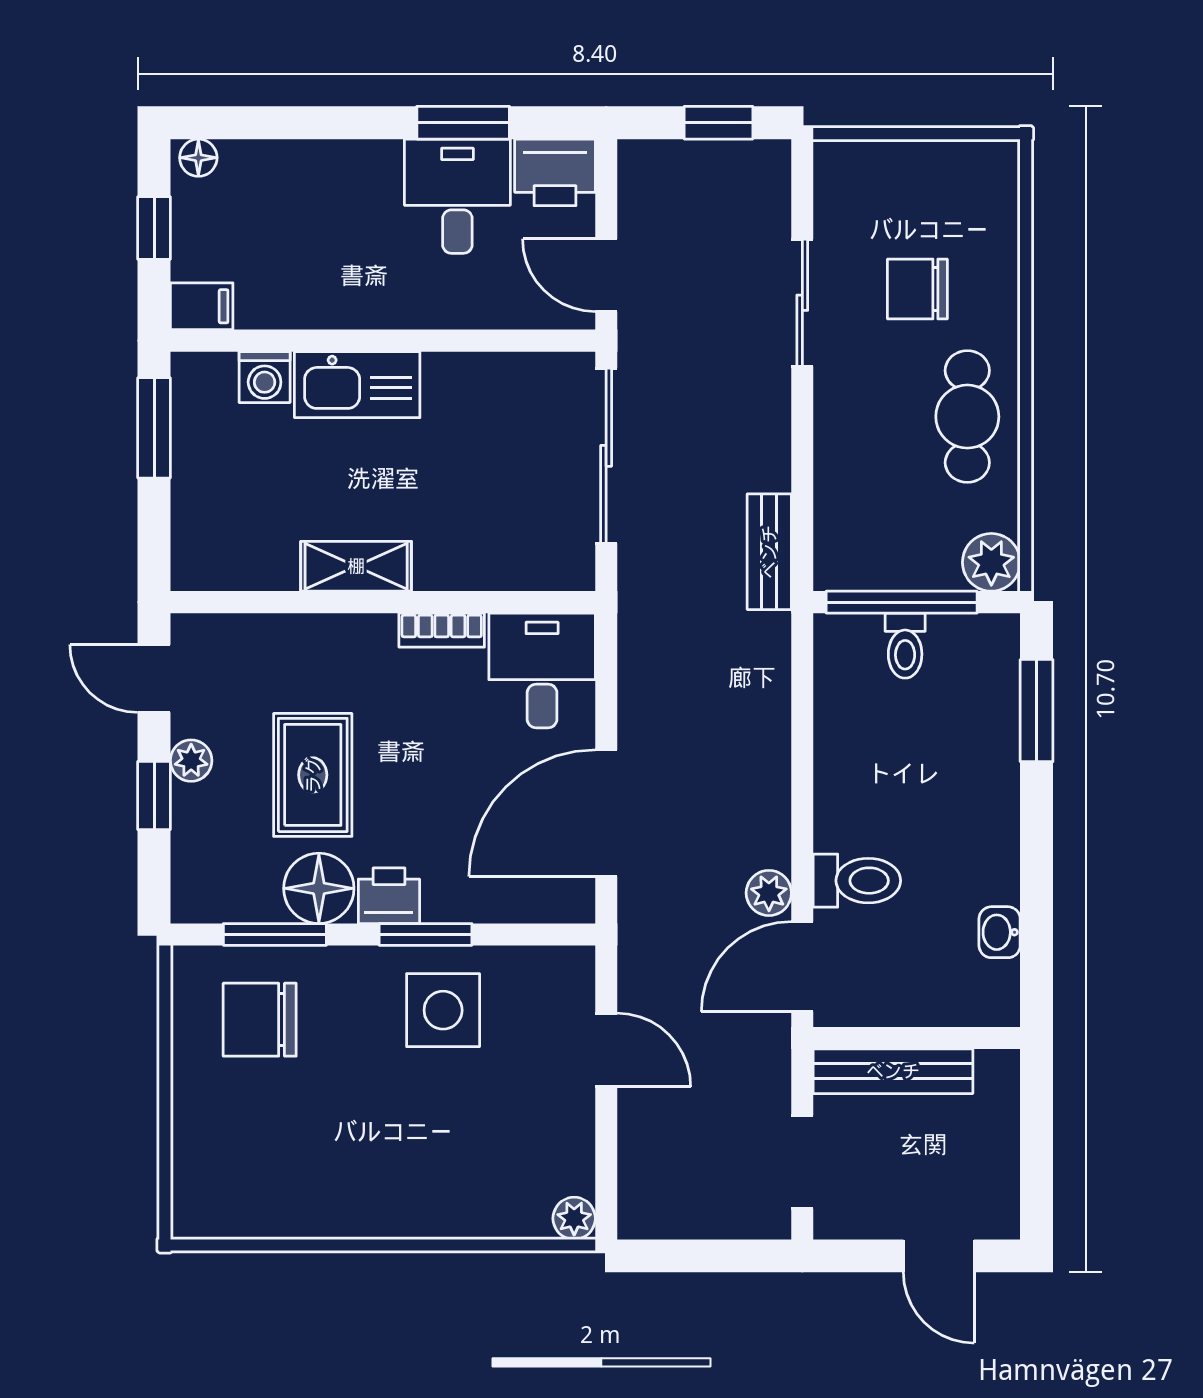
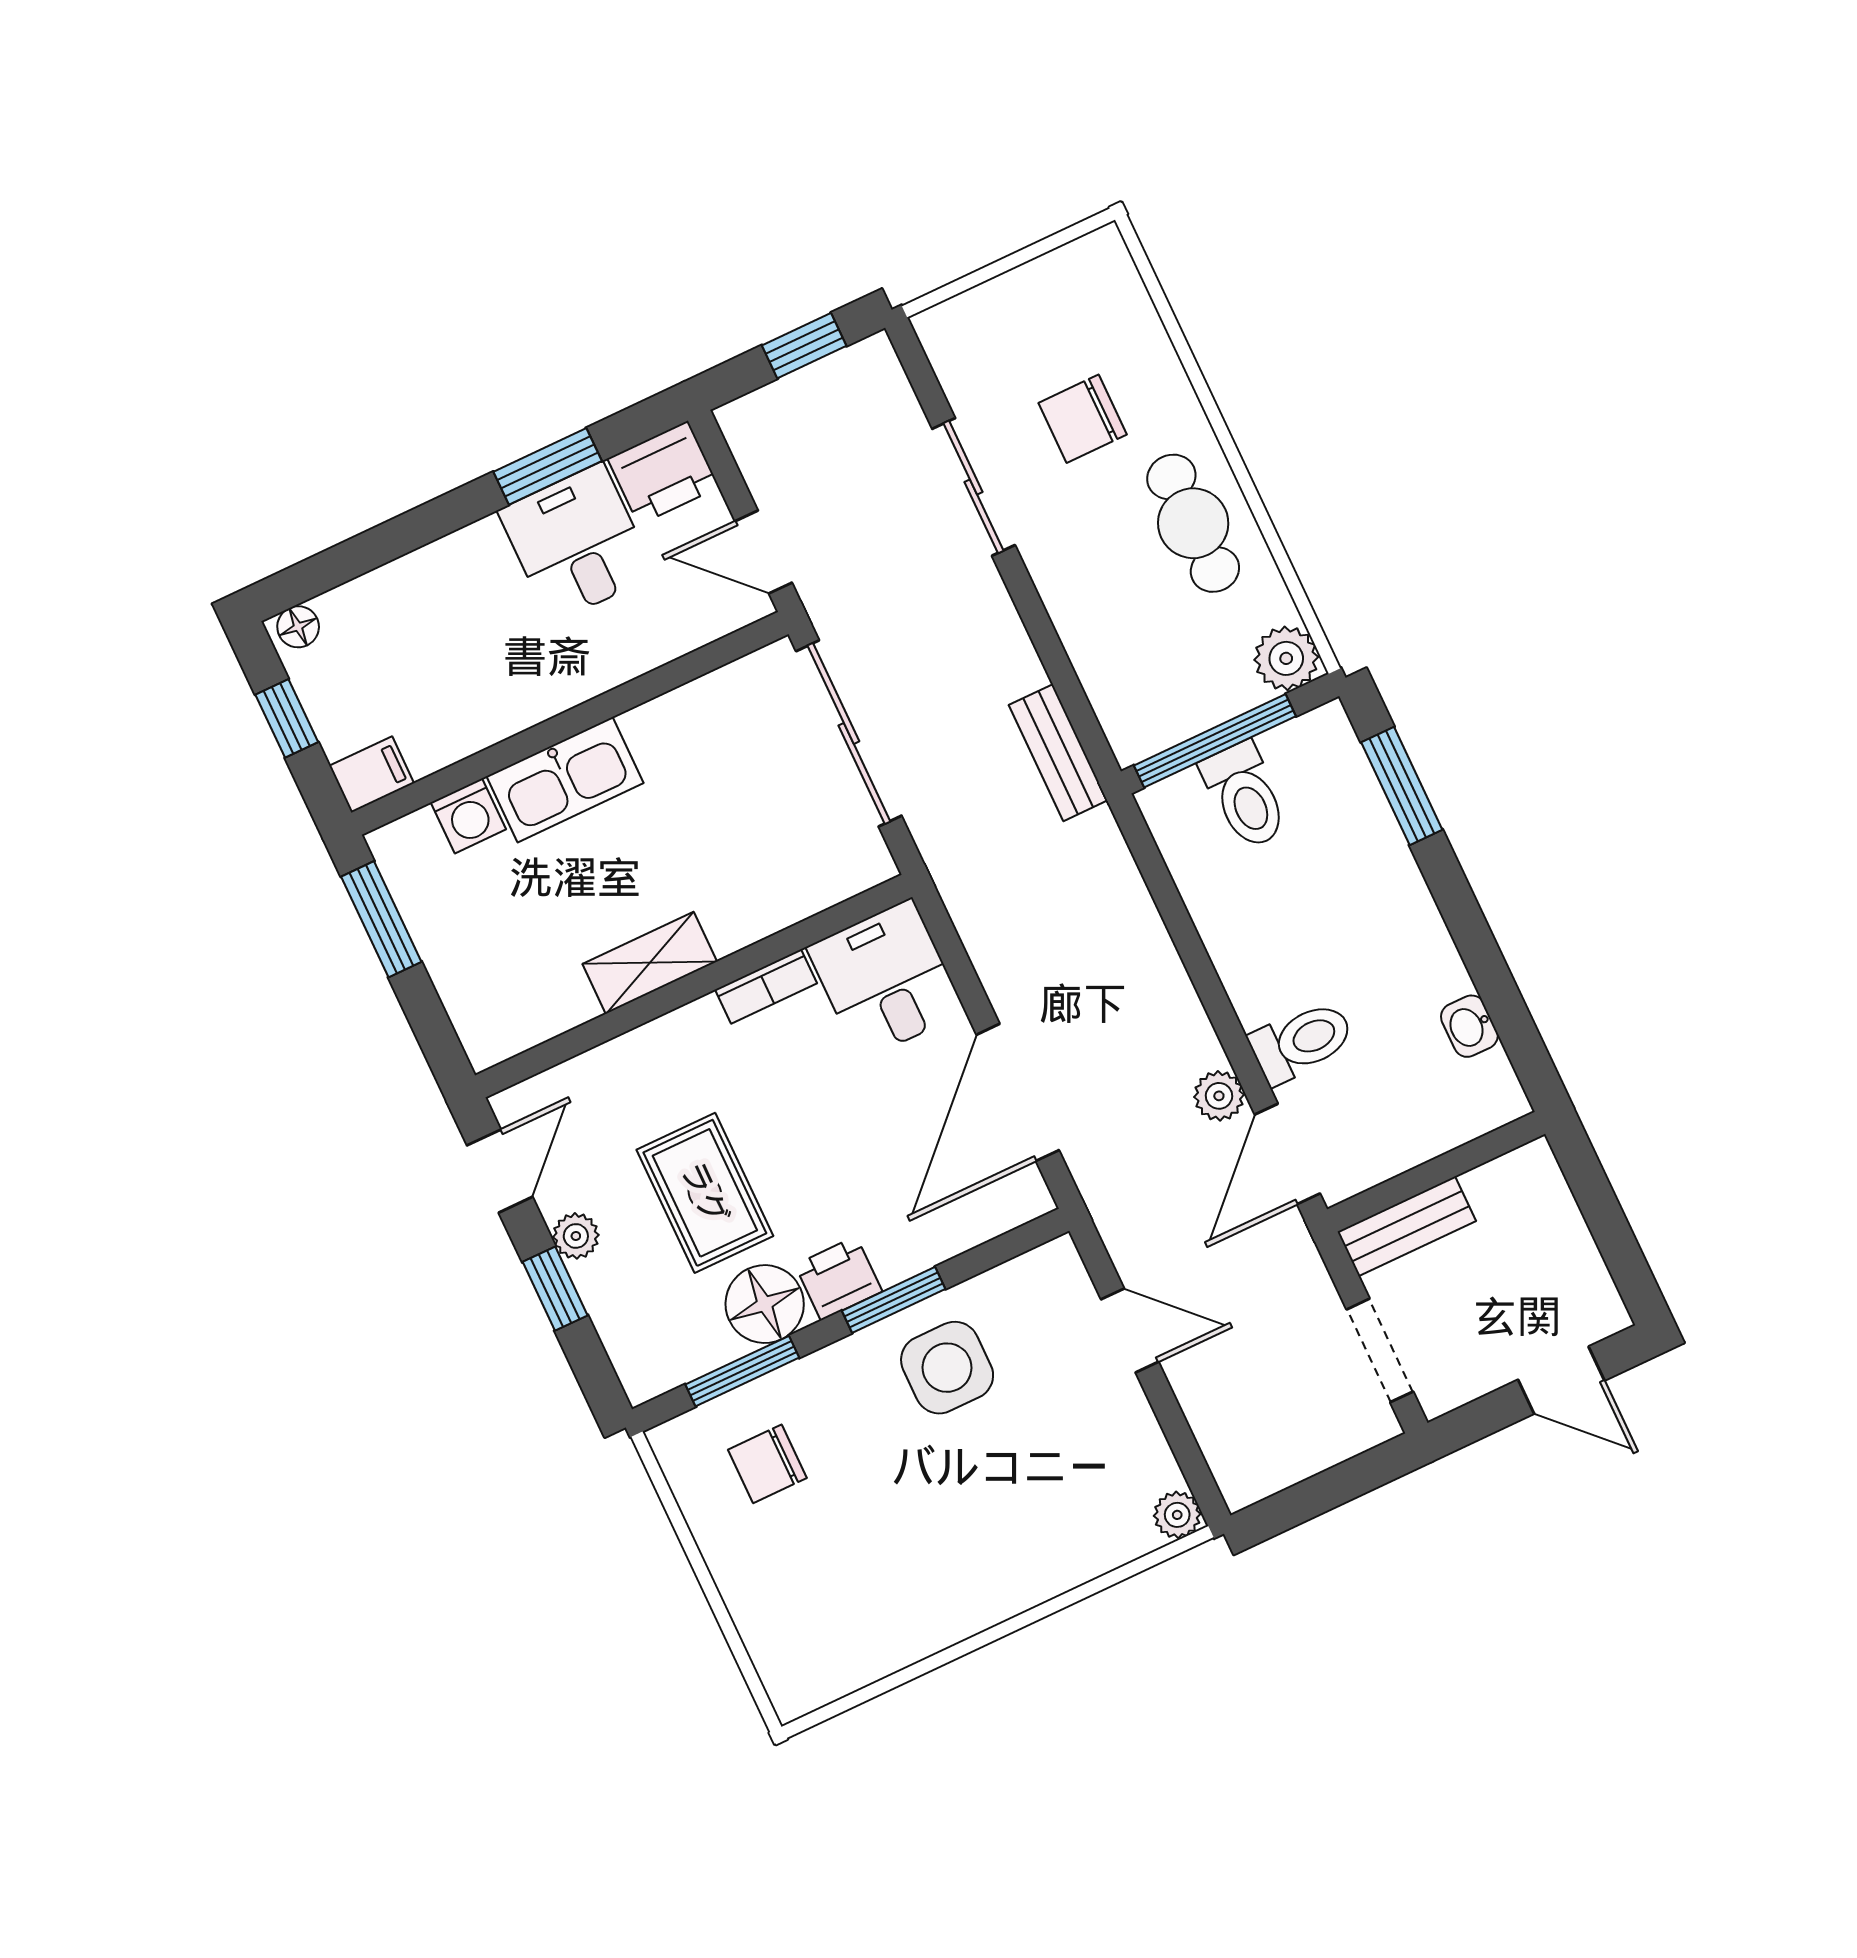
toilet: (905, 646) -> (1245, 796), width x1.37, depth x1.39
door: (154, 679) -> (500, 1171), swing flipped
chair: (260, 1020) -> (767, 1464), width x0.73, depth x0.73
bench: (893, 1071) -> (1407, 1226), width x0.73

